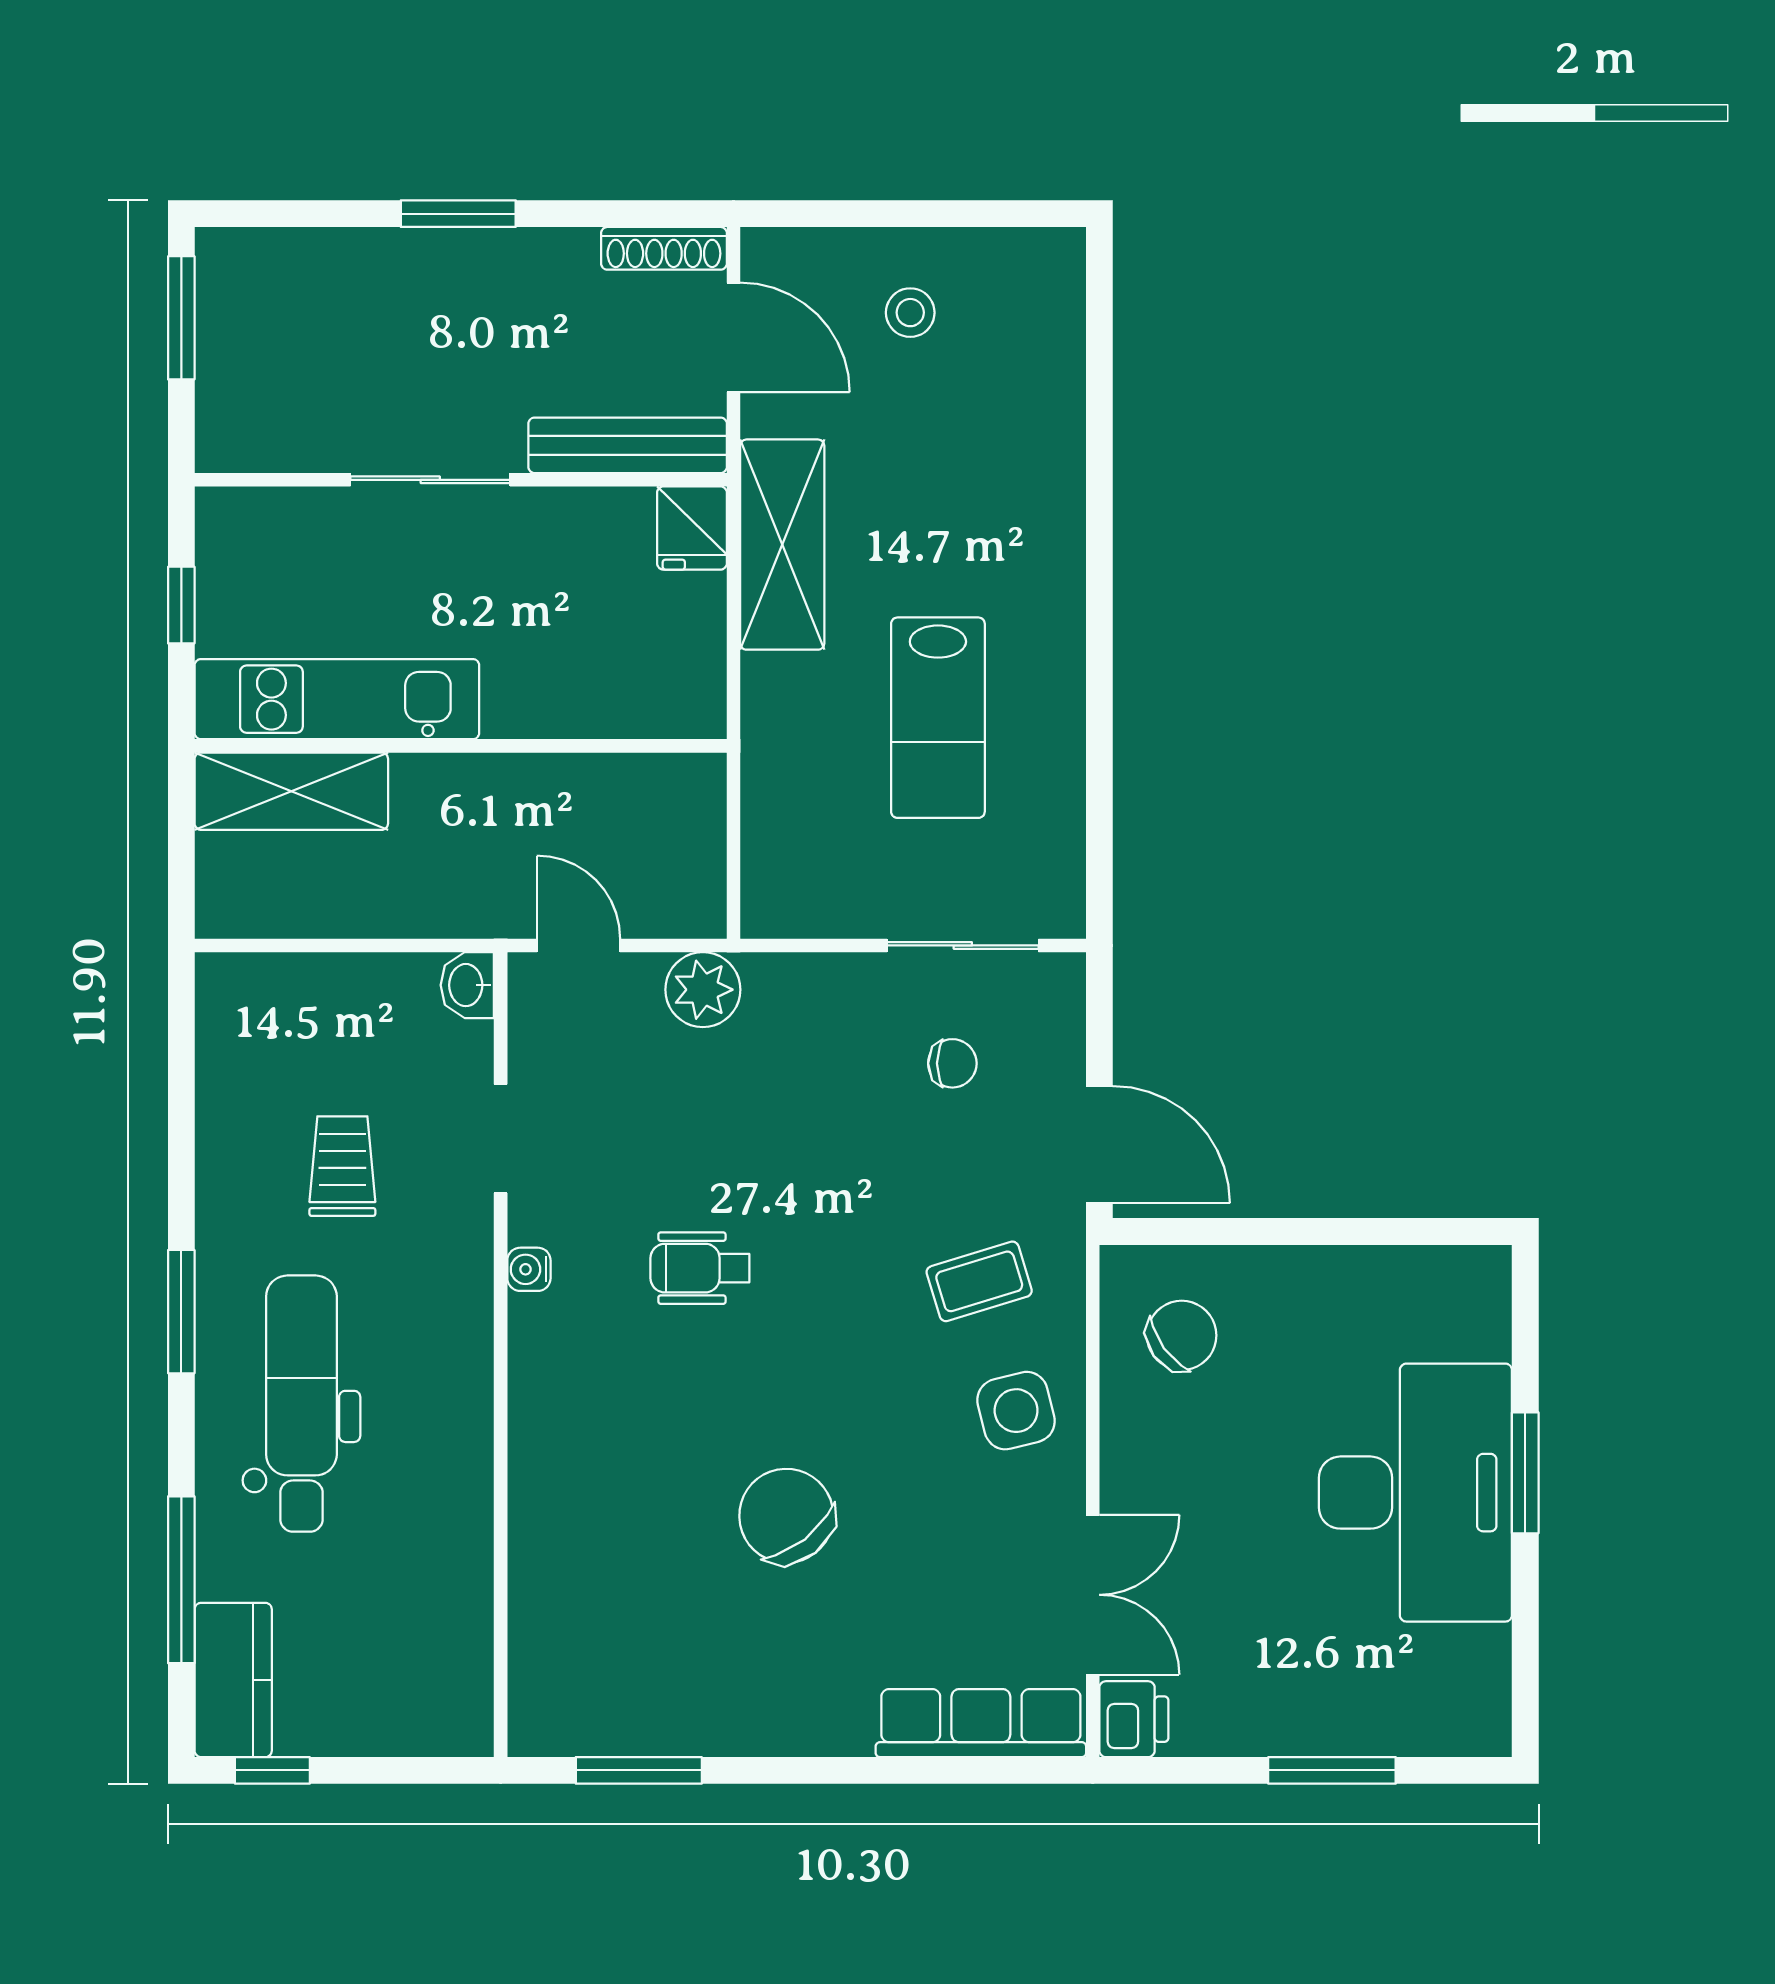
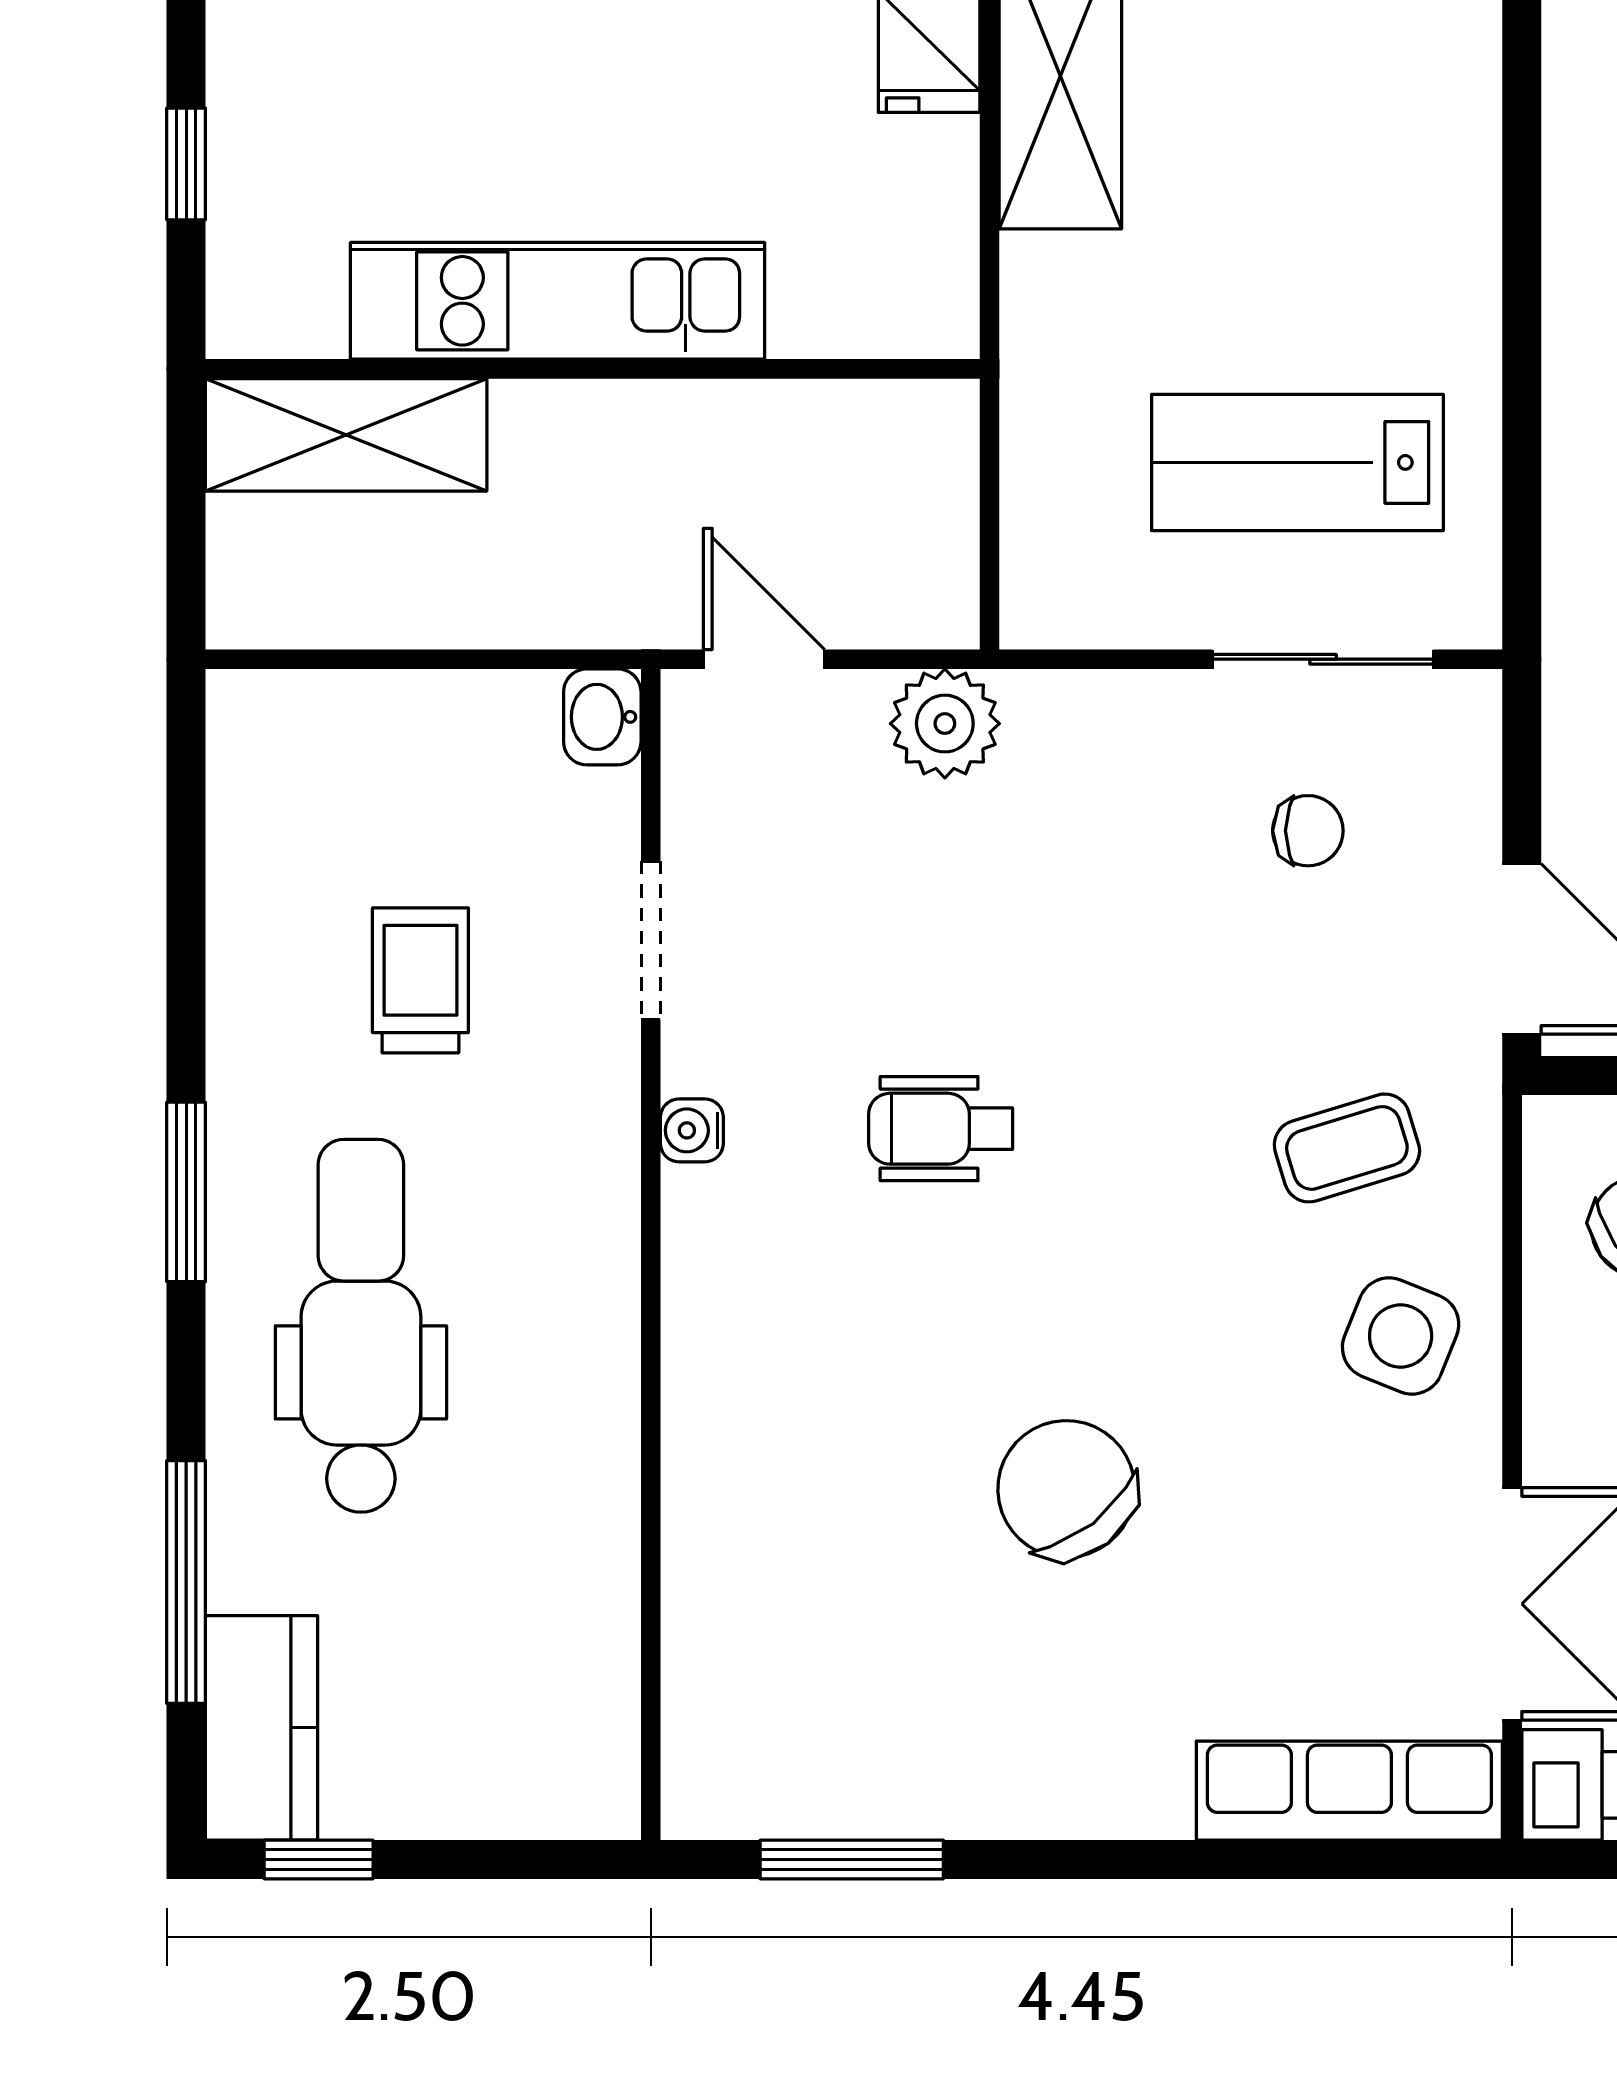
kitchen unit: (337, 699) -> (557, 301), moved
lab bench: (938, 718) -> (1297, 462), moved, turned 90
side table: (1016, 1411) -> (1401, 1336), turned 36

